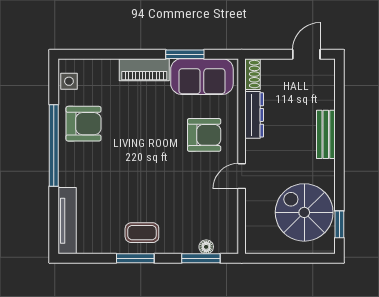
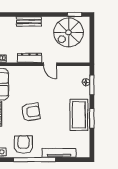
dresser: (254, 115) -> (29, 58), moved
armchair: (204, 135) -> (31, 112), moved, turned 82
tv unit: (67, 221) -> (59, 153), moved
coffee table: (142, 233) -> (79, 115), width x1.86, depth x1.72

